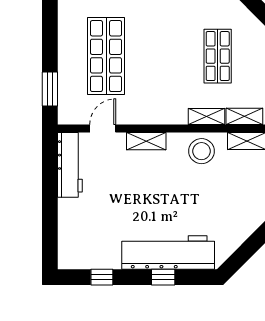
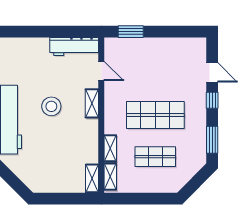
shop shelf: (106, 56) -> (155, 115), moved
stool: (202, 151) -> (51, 106), moved

